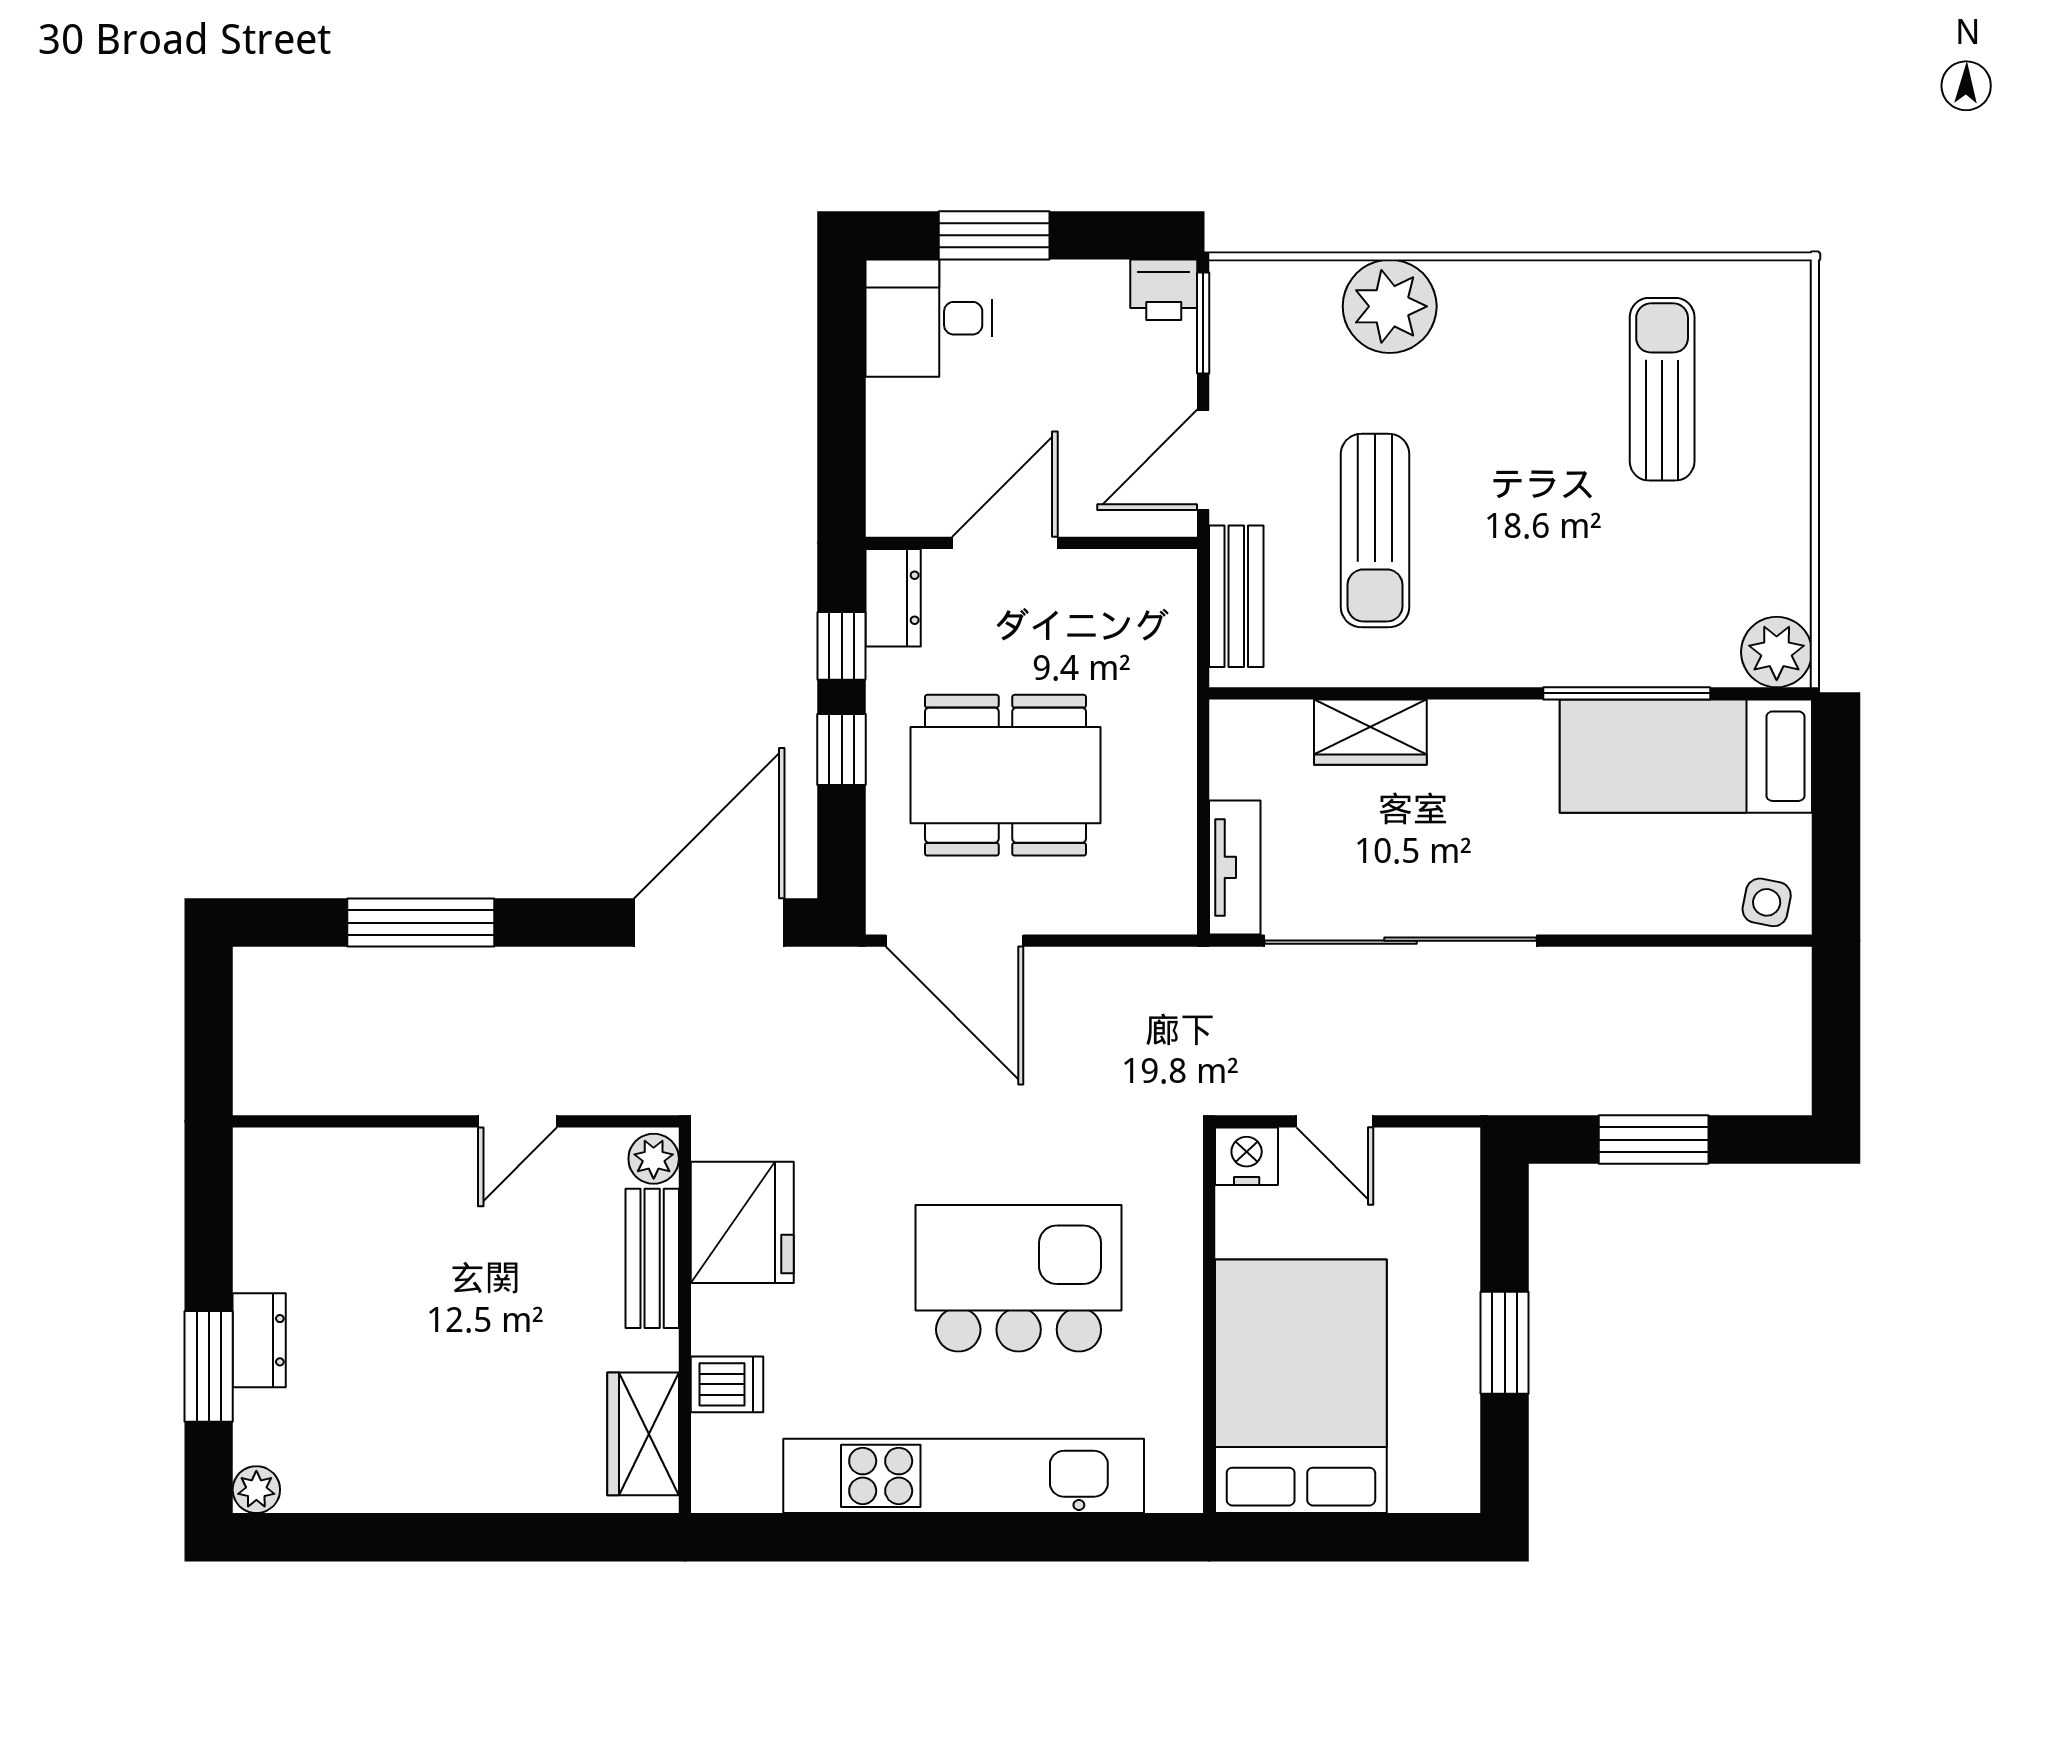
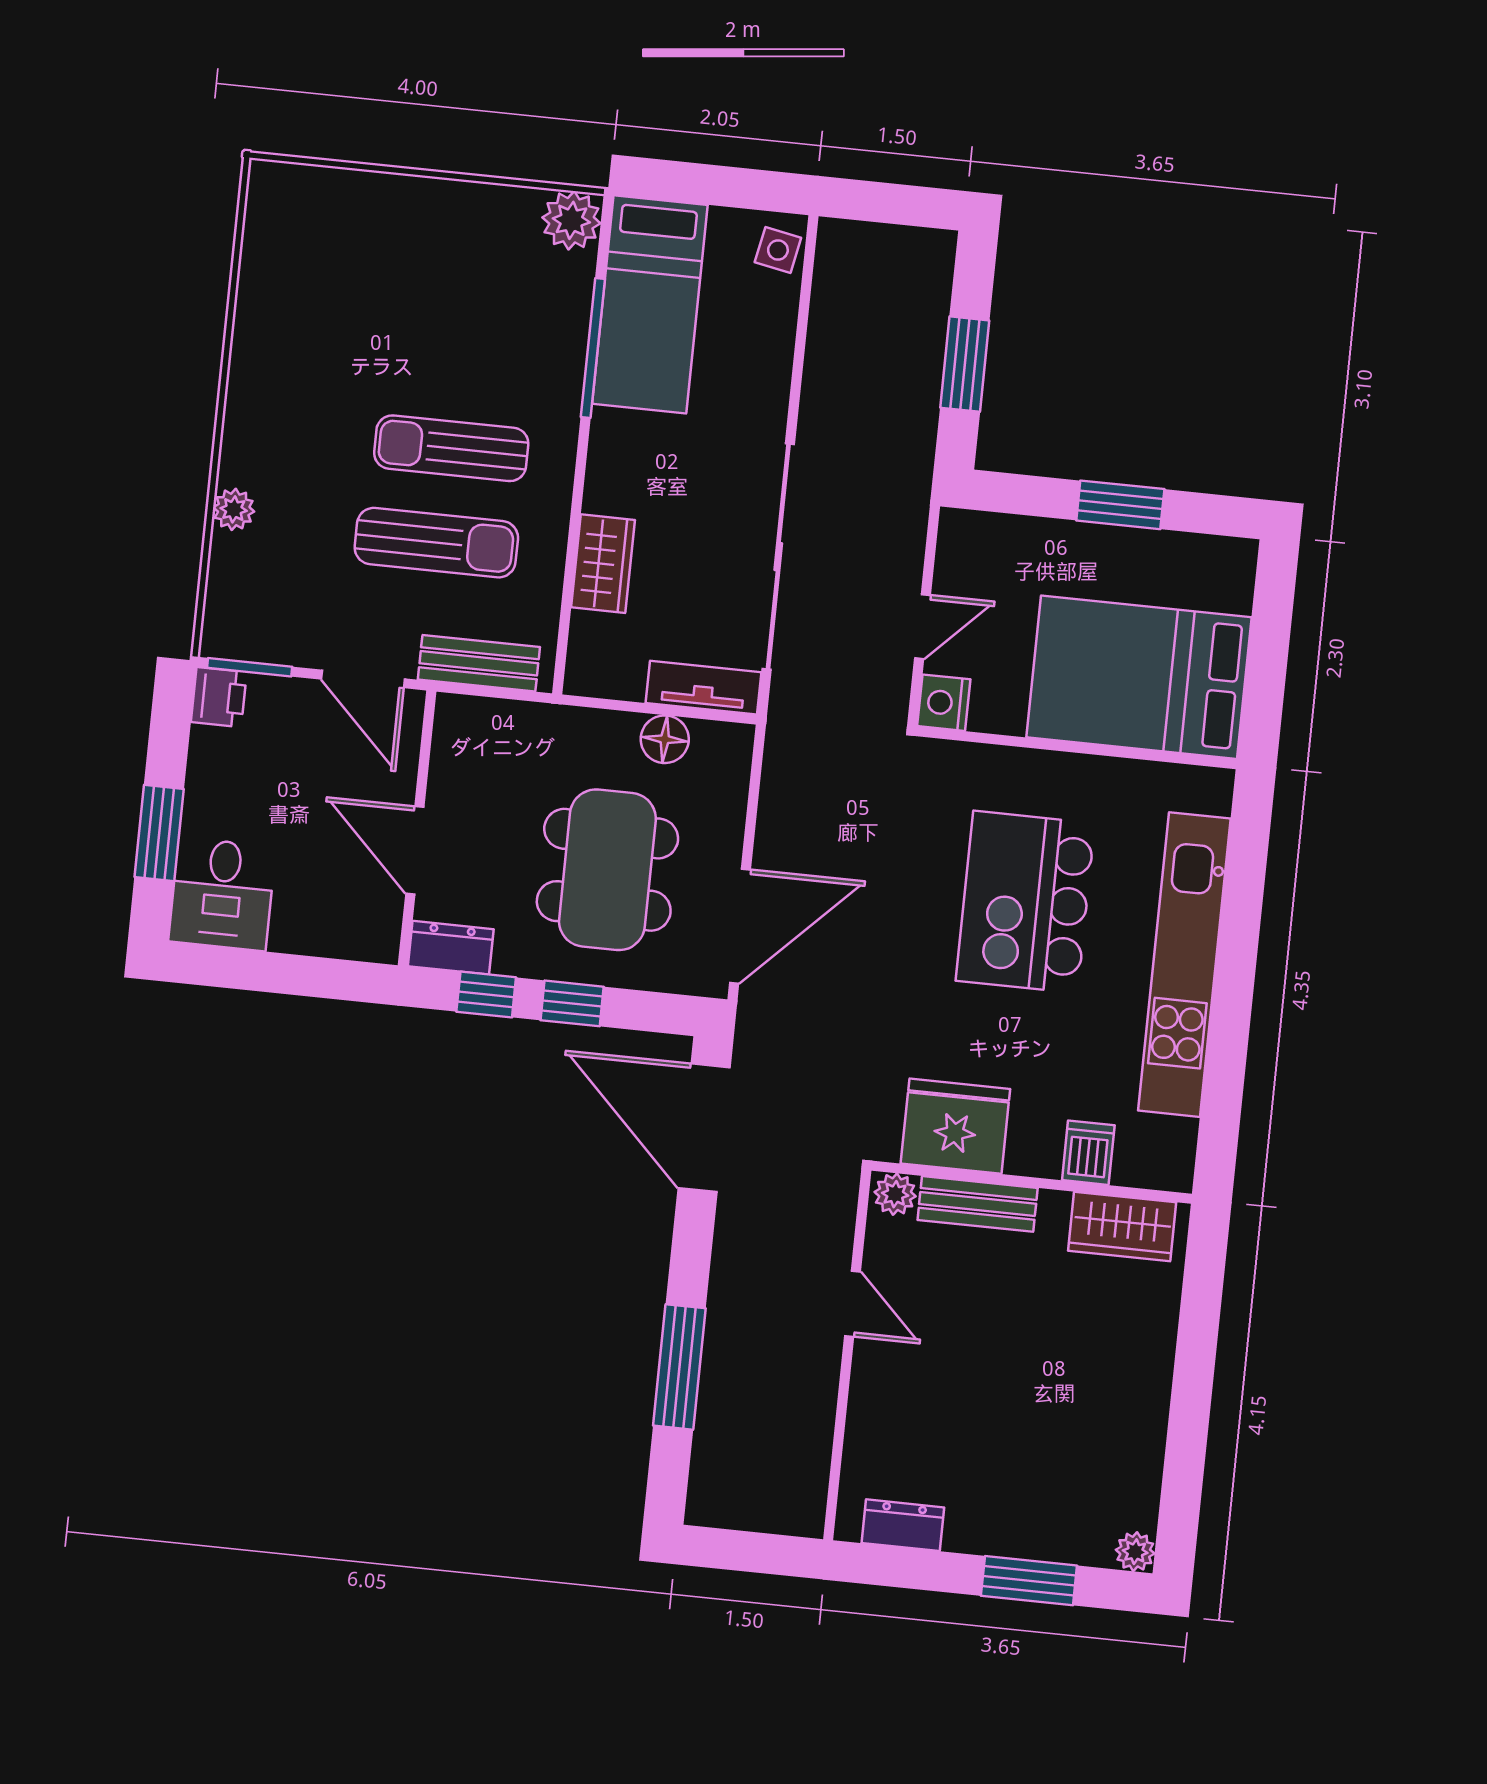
plant: (1390, 306) -> (234, 509), width x0.53, depth x0.53
sun lounger: (1662, 389) -> (451, 448), moved
floor lamp: (1168, 828) -> (665, 739), added
dresser: (259, 1340) -> (903, 1525), moved

